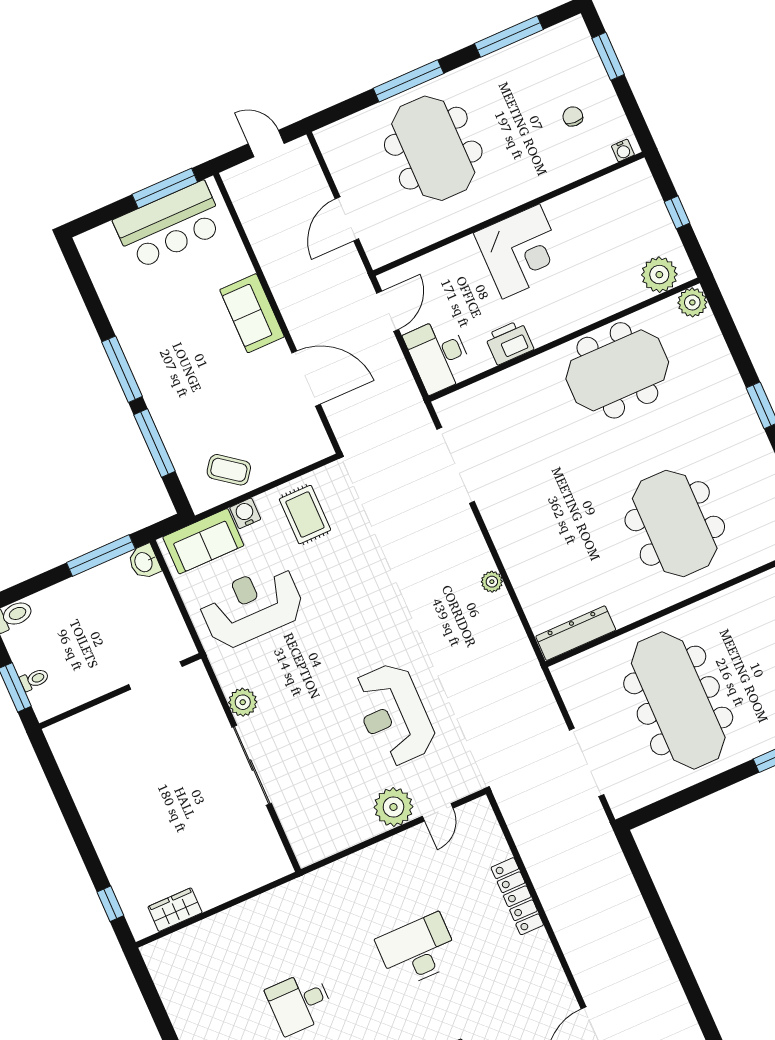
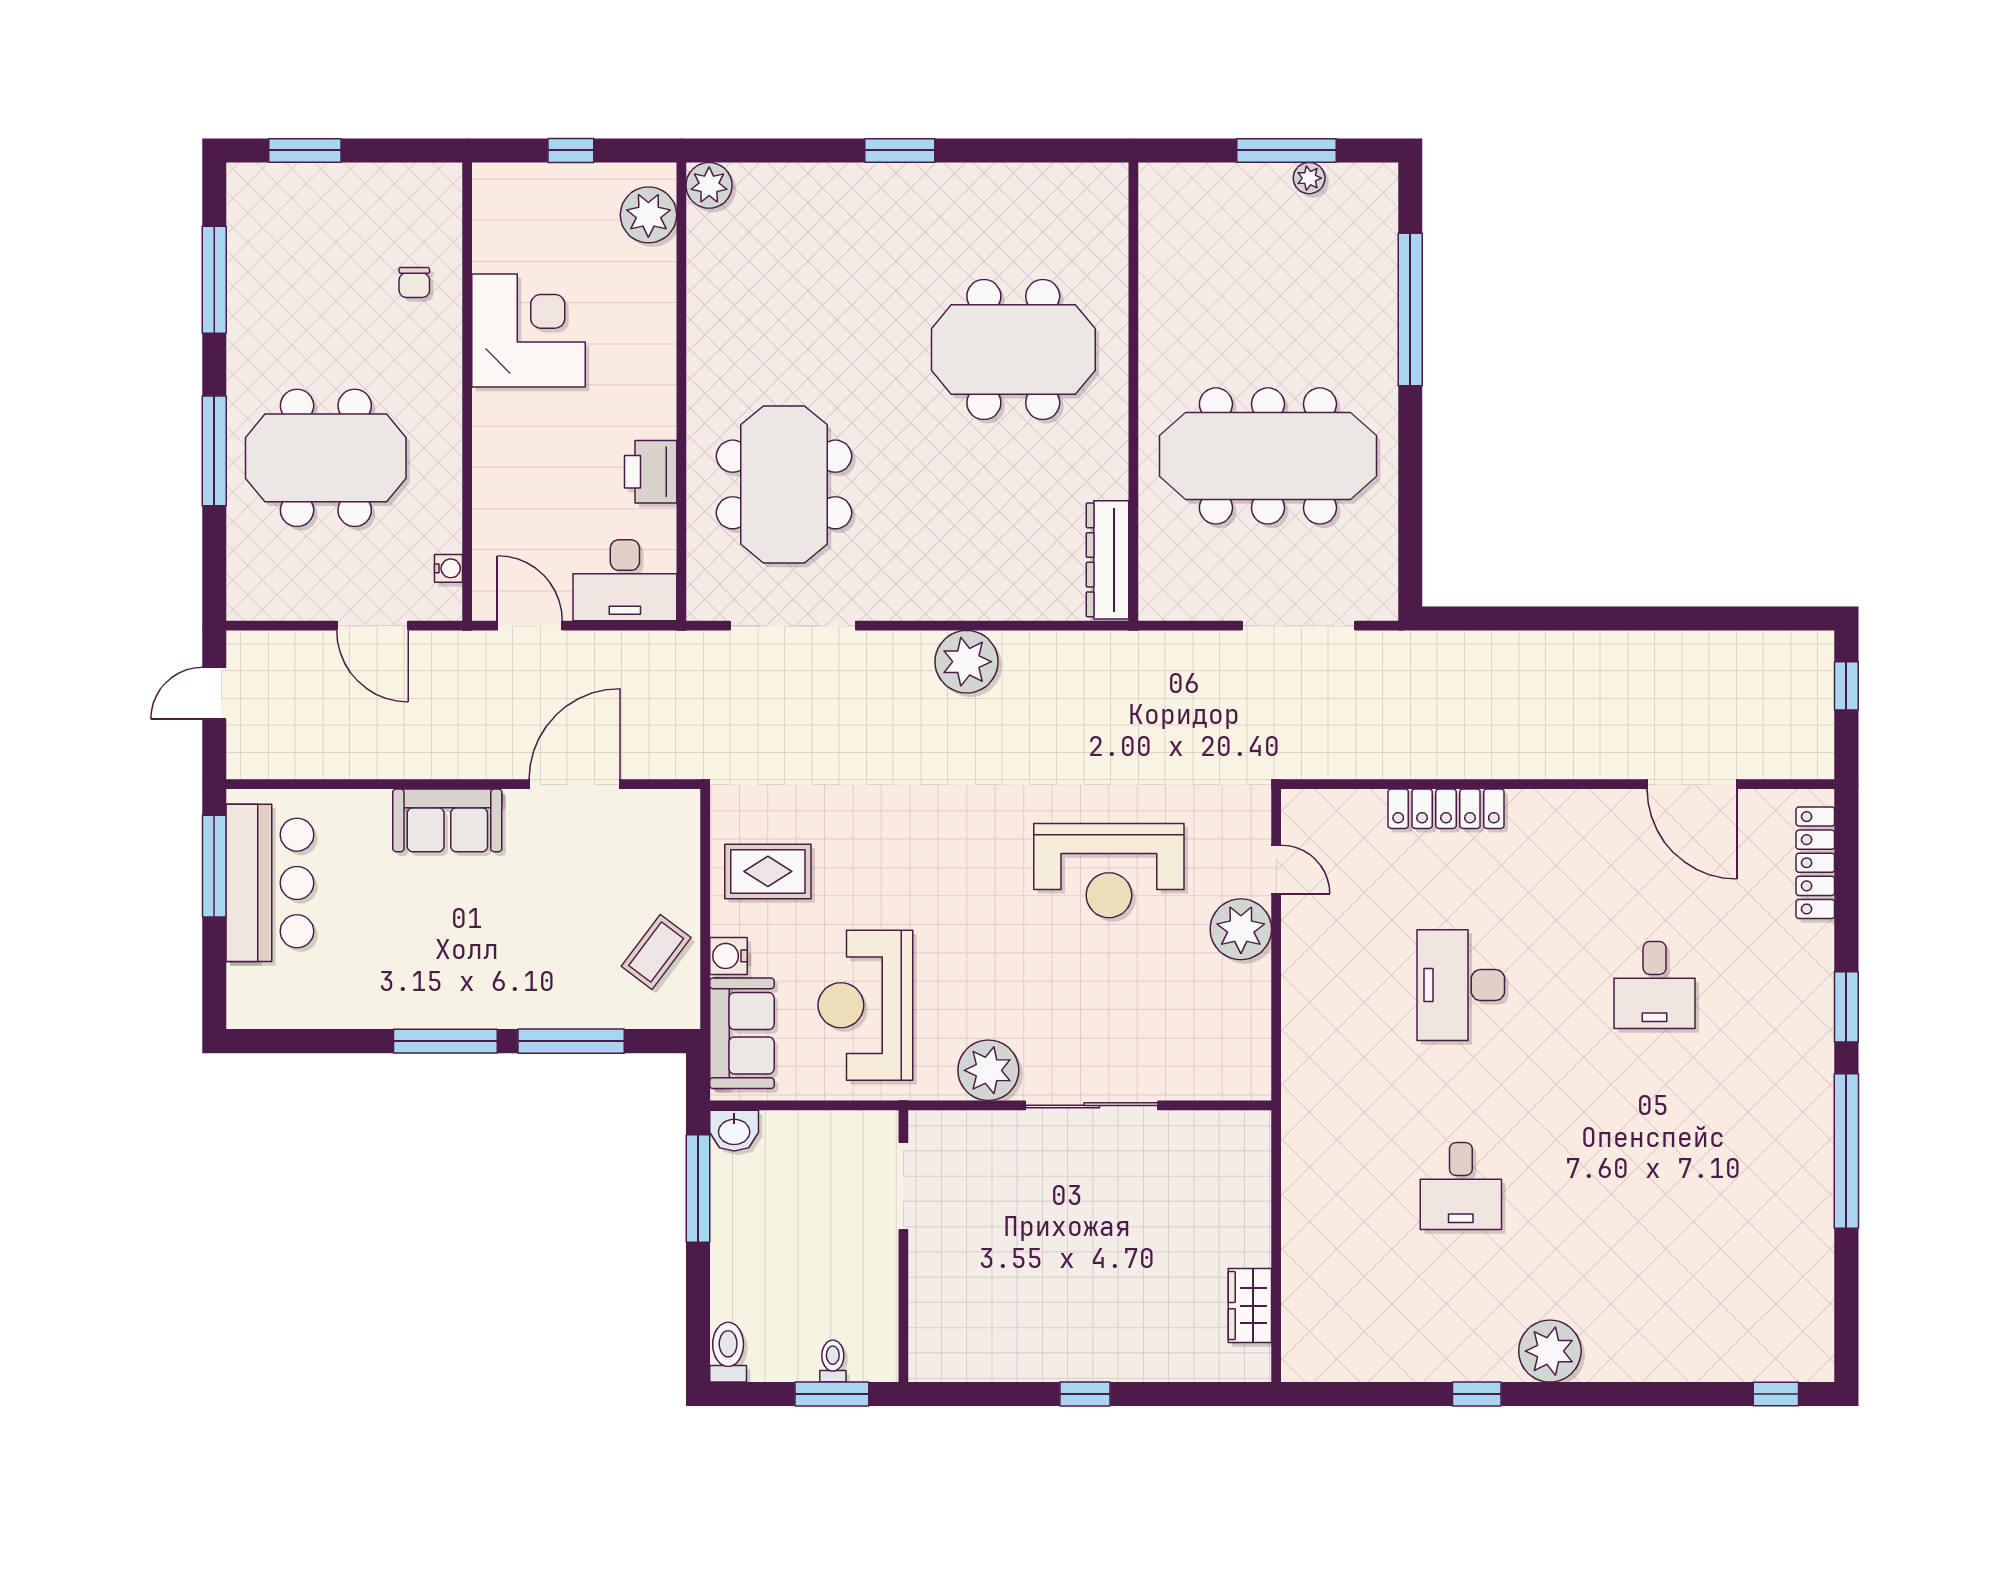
chair: (573, 116) -> (414, 282), moved, turned -94
water cooler: (623, 150) -> (448, 568), moved
corner desk: (521, 251) -> (529, 331), moved
meeting table: (617, 370) -> (784, 484), moved
plant: (492, 582) -> (967, 662), width x1.88, depth x1.88
plant: (243, 702) -> (988, 1070), width x1.36, depth x1.36
window: (110, 904) -> (1085, 1394), moved

